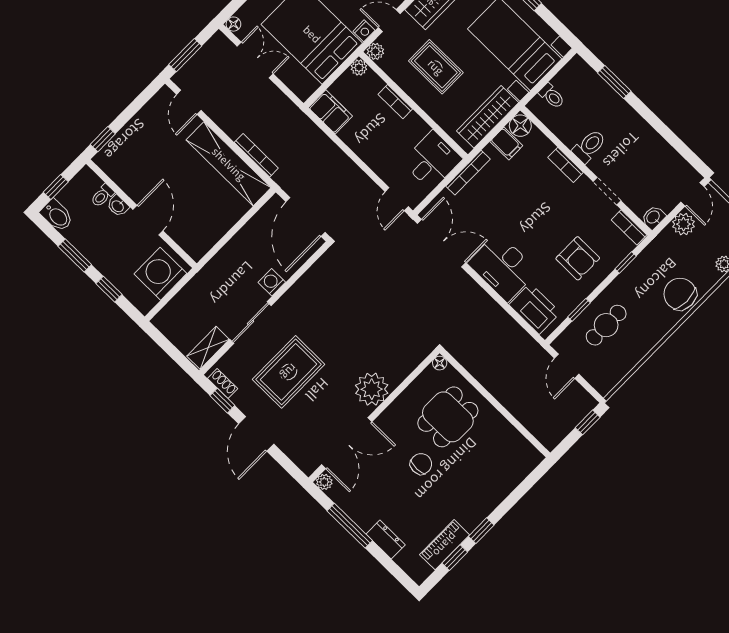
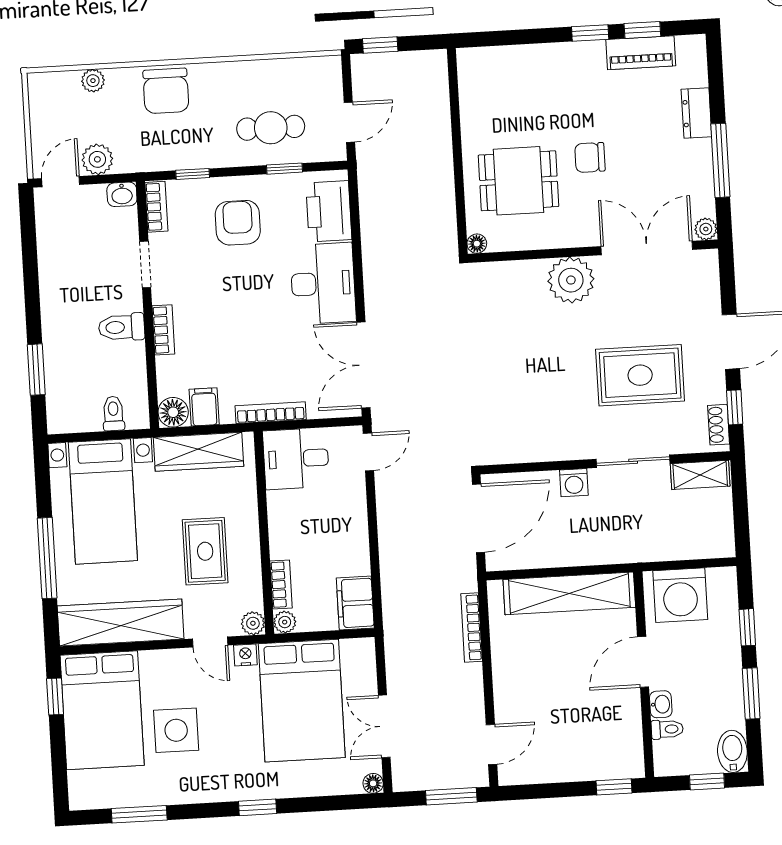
bookcase: (395, 102) -> (281, 584), moved
shelving: (229, 164) -> (569, 593), moved, turned 90

